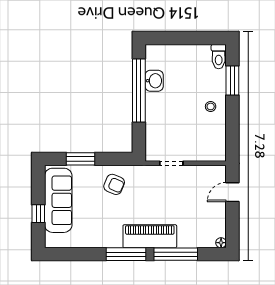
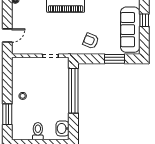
toilet: (219, 57) -> (38, 131), moved
washbasin: (154, 81) -> (63, 128), moved
window: (139, 90) -> (73, 91), moved

